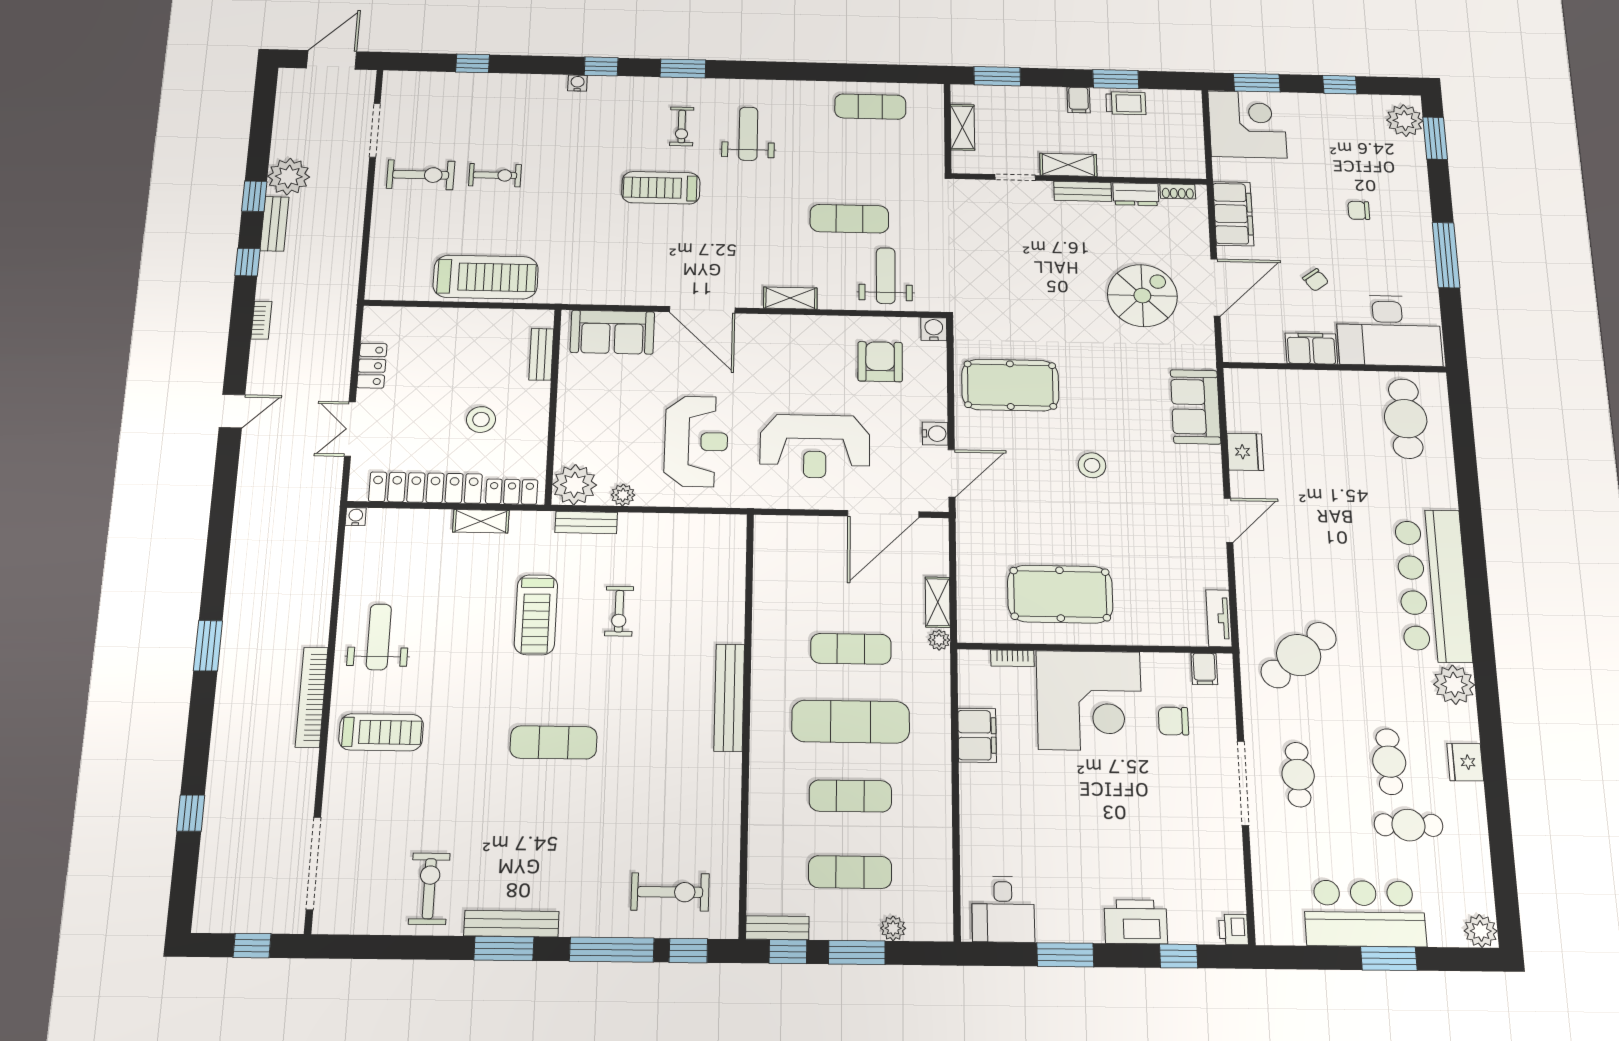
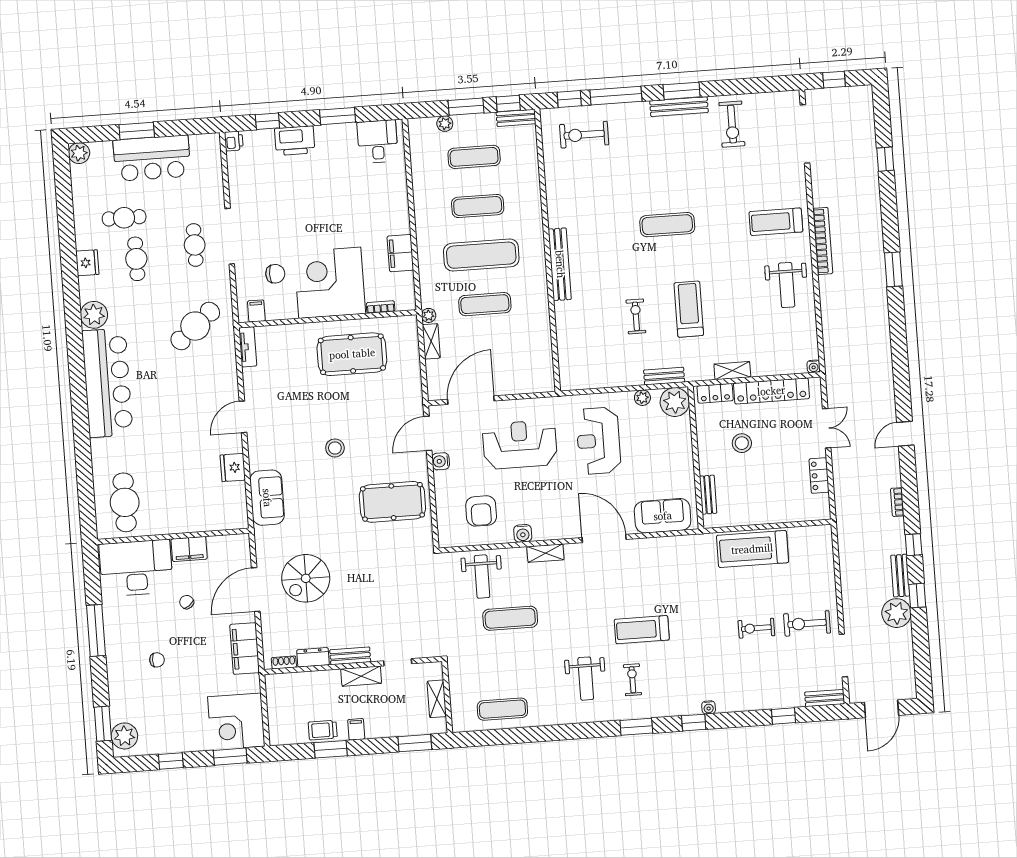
bench: (410, 80) -> (825, 698), added
treadmill: (661, 188) -> (642, 630), turned 180
water cooler: (934, 329) -> (523, 533), moved

